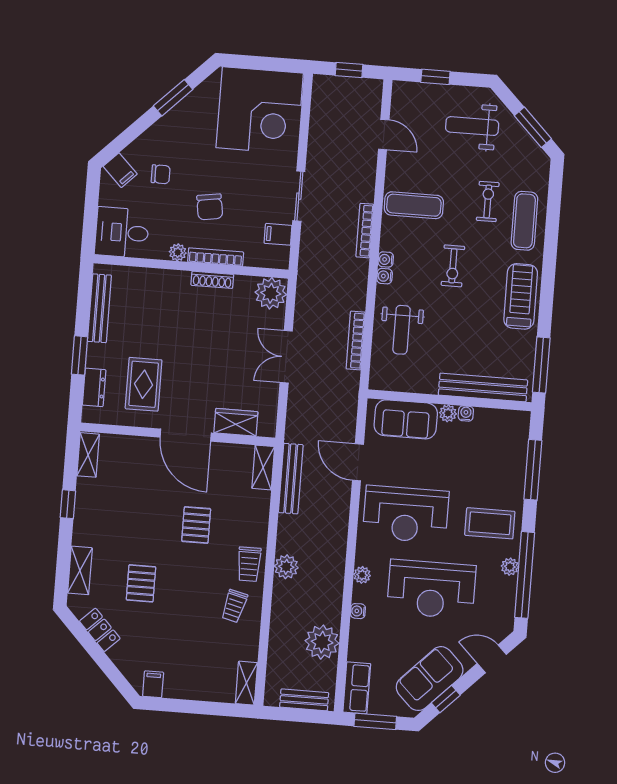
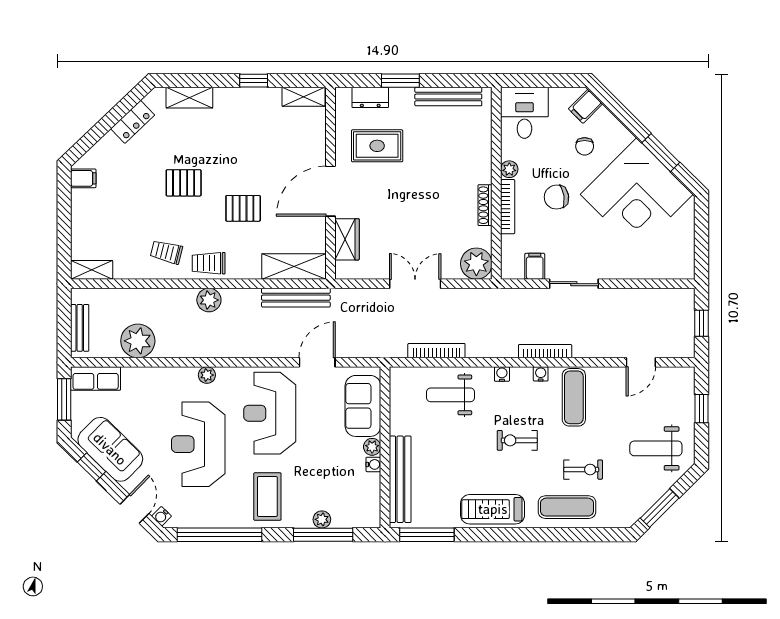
corner desk: (260, 110) -> (637, 194), moved, turned -45
weight bench: (472, 126) -> (656, 448), turned -90
water cooler: (386, 259) -> (541, 374), moved
treadmill: (521, 296) -> (493, 509), turned 180
shelving: (263, 467) -> (294, 266), width x1.50, depth x1.33
plant: (510, 567) -> (322, 519), moved
pallet: (141, 583) -> (184, 183), moved
water cooler: (358, 611) -> (161, 516), moved, turned -136

